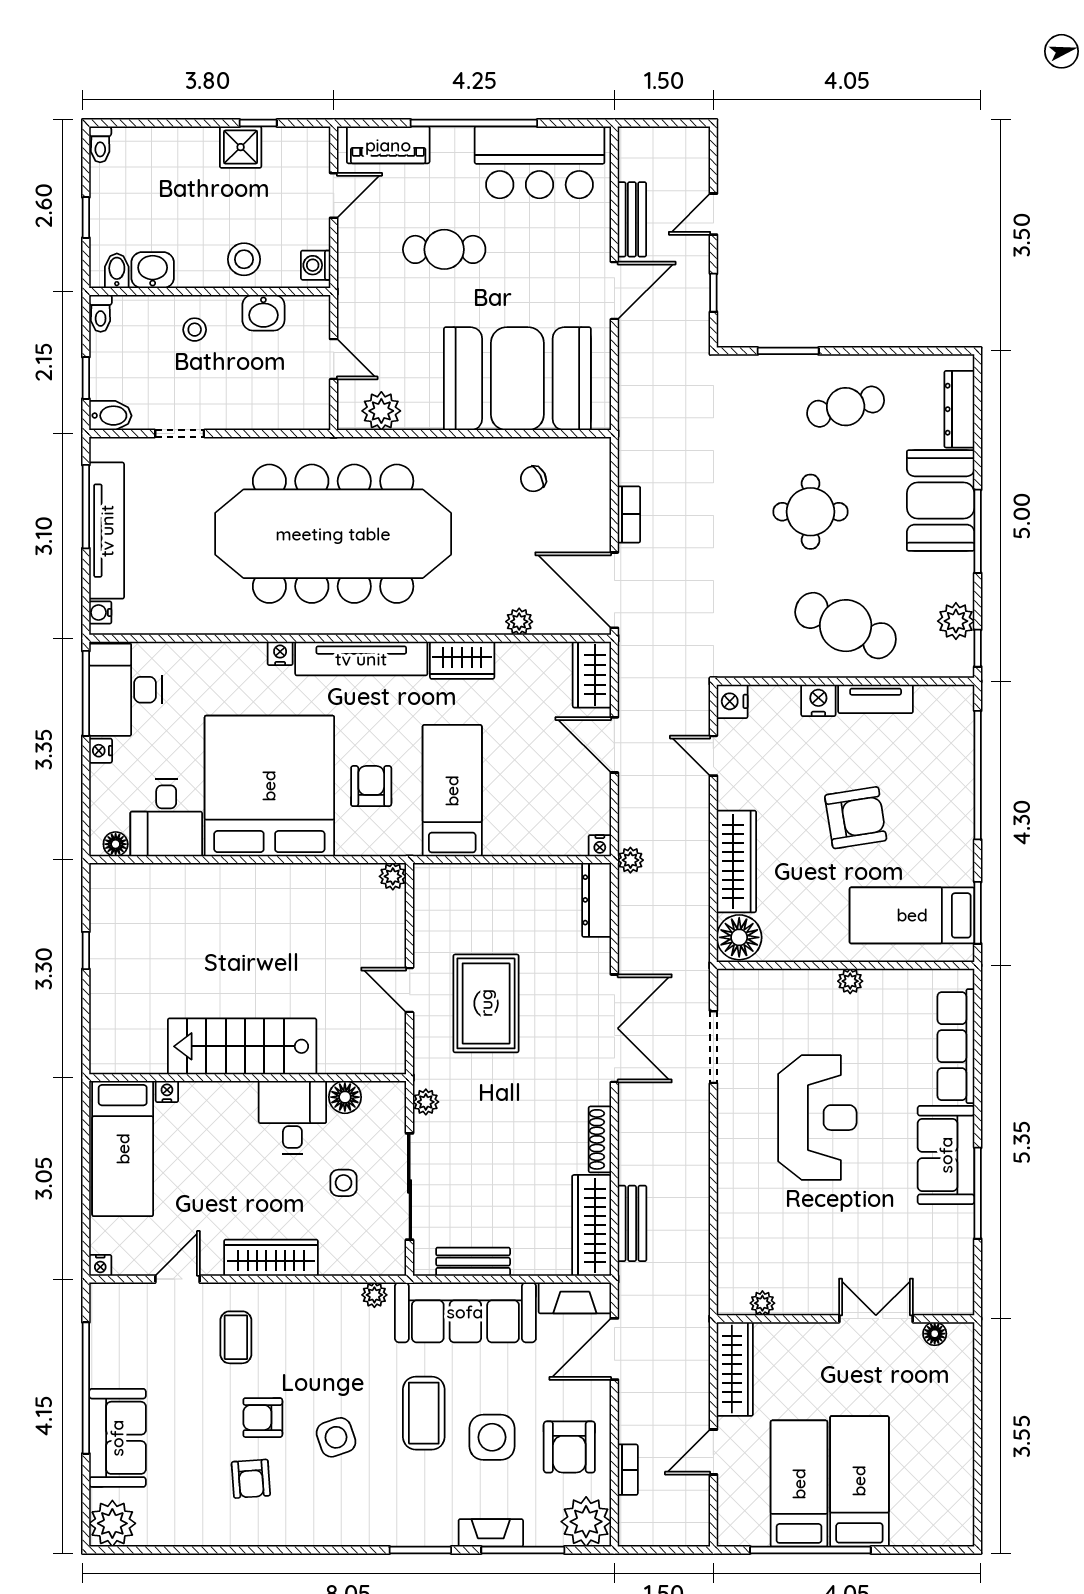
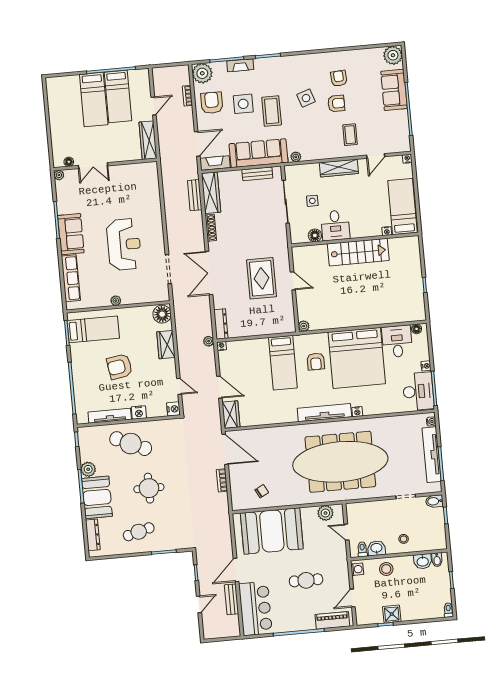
bar counter: (540, 162) -> (255, 609), moved, turned 90
toilet: (101, 313) -> (362, 549), moved
plant: (956, 621) -> (88, 469), moved
plant: (519, 622) -> (262, 433), removed
wardrobe: (462, 660) -> (284, 416), removed
tv unit: (876, 699) -> (110, 416), width x1.41
wardrobe: (736, 861) -> (166, 345), width x0.67
plant: (426, 1102) -> (282, 236), removed
reception desk: (817, 1118) -> (124, 244), turned 180
plant: (762, 1303) -> (59, 175), moved

